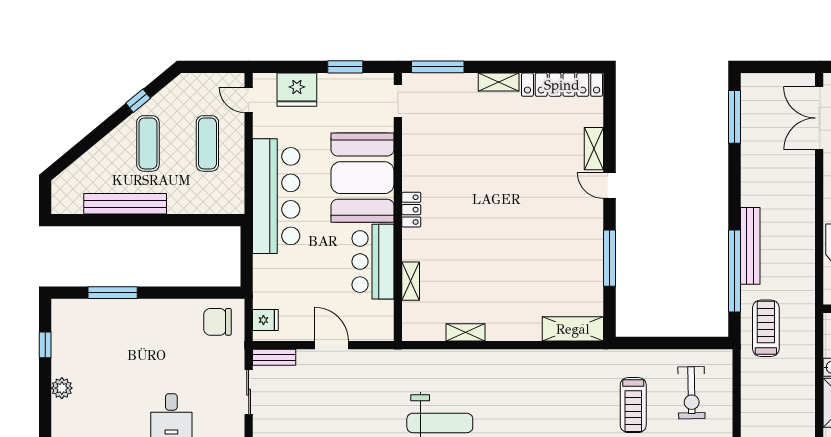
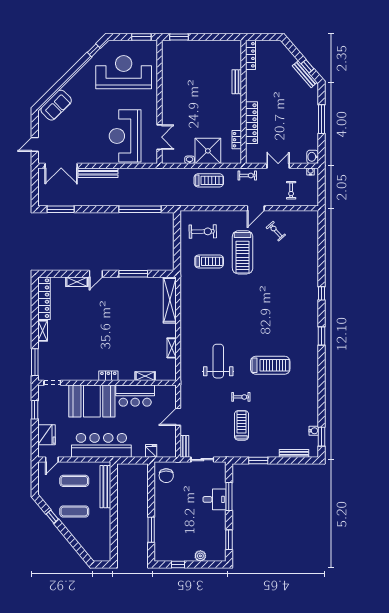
bench: (125, 204) -> (105, 487), moved
bench: (750, 246) -> (98, 173), moved
fridge: (265, 320) -> (151, 451), moved
treadmill: (766, 328) -> (209, 180), moved, turned 180
shelving: (573, 329) -> (170, 300), width x1.47

